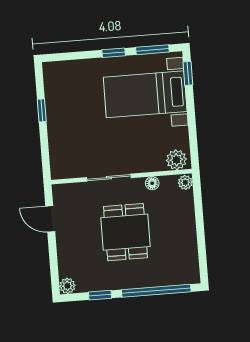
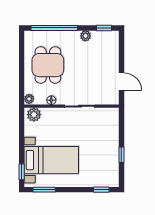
window: (114, 53) -> (101, 190), moved
dining table: (125, 232) -> (48, 65), moved
plant: (67, 286) -> (85, 36), moved
window: (100, 295) -> (104, 28), moved

